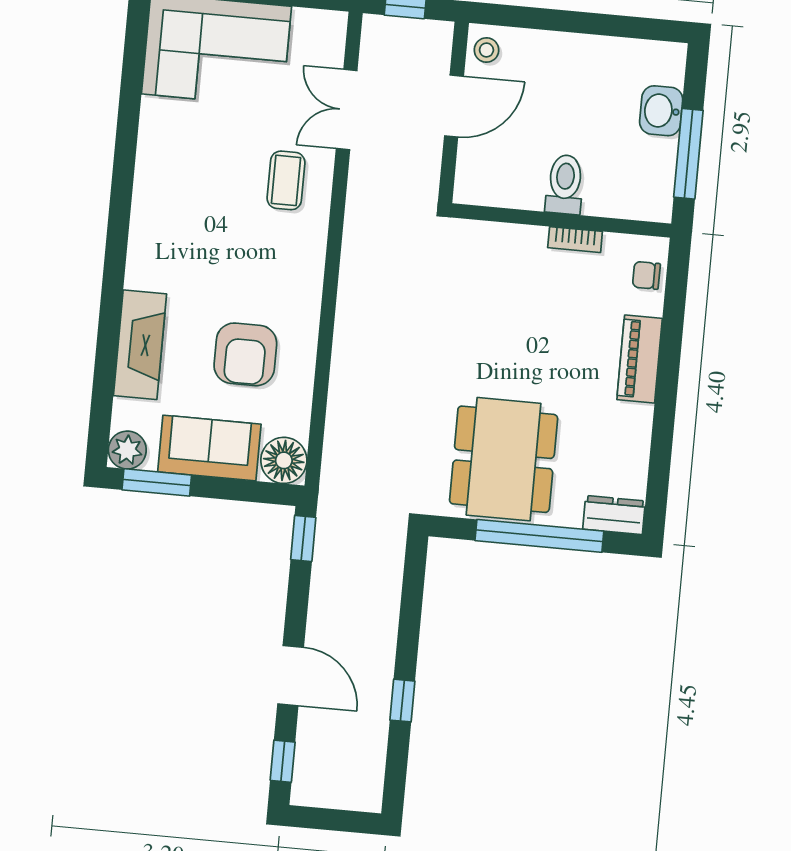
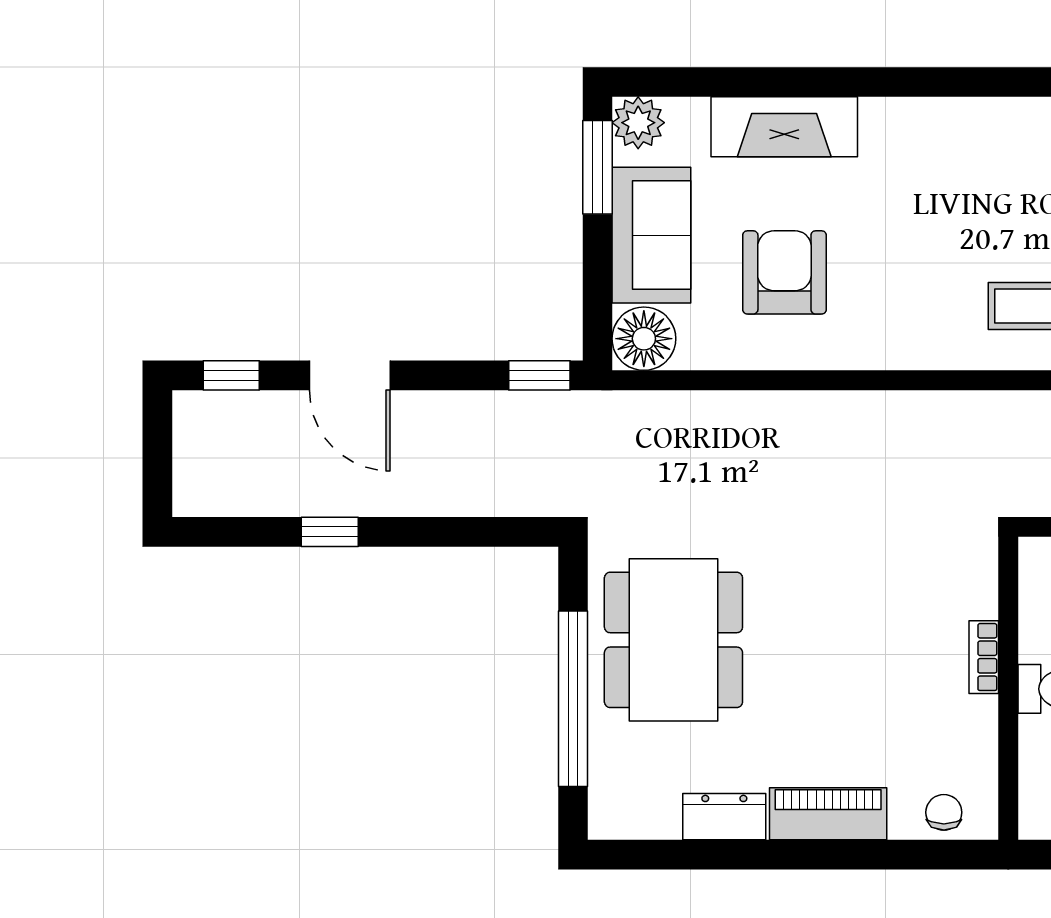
bookcase: (575, 240) -> (984, 657), moved
armchair: (245, 354) -> (784, 272), turned 90
dining table: (504, 459) -> (673, 640), turned 90
dresser: (614, 515) -> (724, 817), moved, turned -90
door: (291, 676) -> (350, 375), hinge flipped

